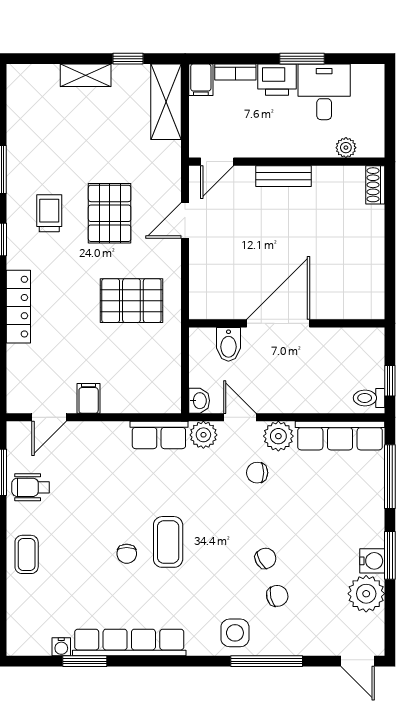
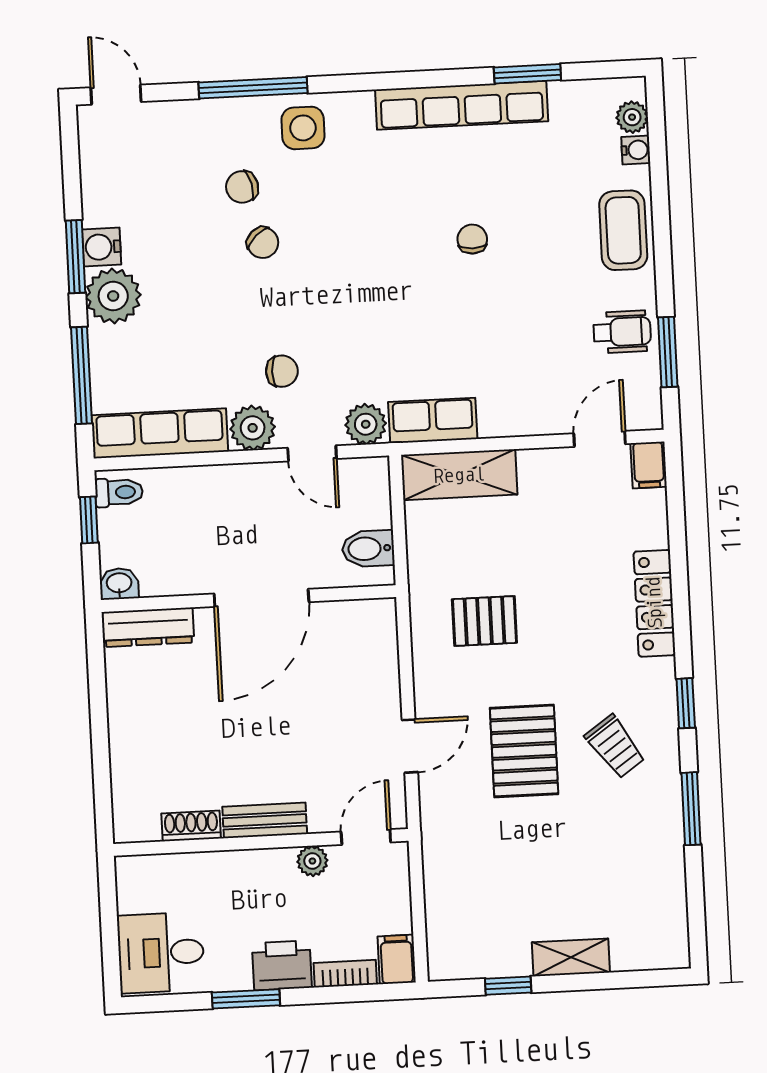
desk: (324, 92) -> (161, 953), moved, turned 90
shelving: (166, 102) -> (459, 475), moved, turned 90
plant: (346, 148) -> (312, 861), moved
shoe rack: (375, 185) -> (191, 826), moved, turned -90
trolley: (49, 213) -> (615, 747), turned -35
pallet: (131, 301) -> (484, 621), width x0.67, depth x0.71
dresser: (354, 308) -> (148, 627), added
bidet: (228, 344) -> (368, 549), moved, turned -90
filing cabinet: (89, 398) -> (649, 465), moved
washbasin: (199, 401) -> (119, 584), moved, turned 90
coffee table: (168, 542) -> (411, 260), removed
coffee table: (27, 554) -> (623, 230), width x1.36, depth x1.30
chair: (265, 558) -> (263, 243), turned -103
plant: (366, 594) -> (113, 296), moved
plant: (17, 629) -> (632, 117), added
water cooler: (61, 647) -> (636, 150), moved, turned 90

